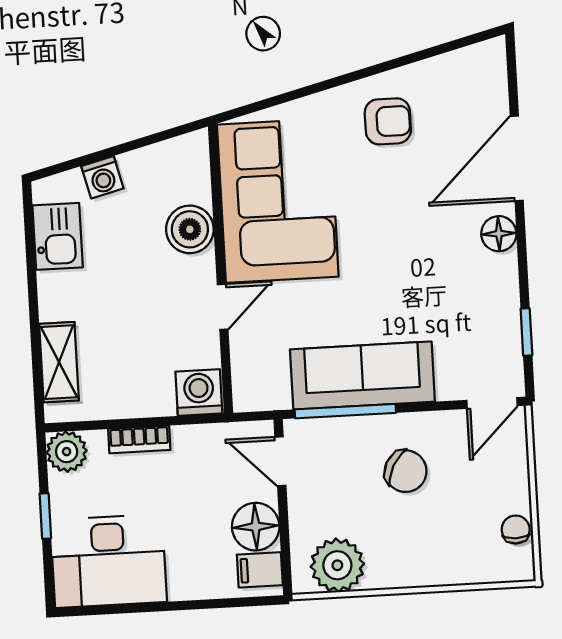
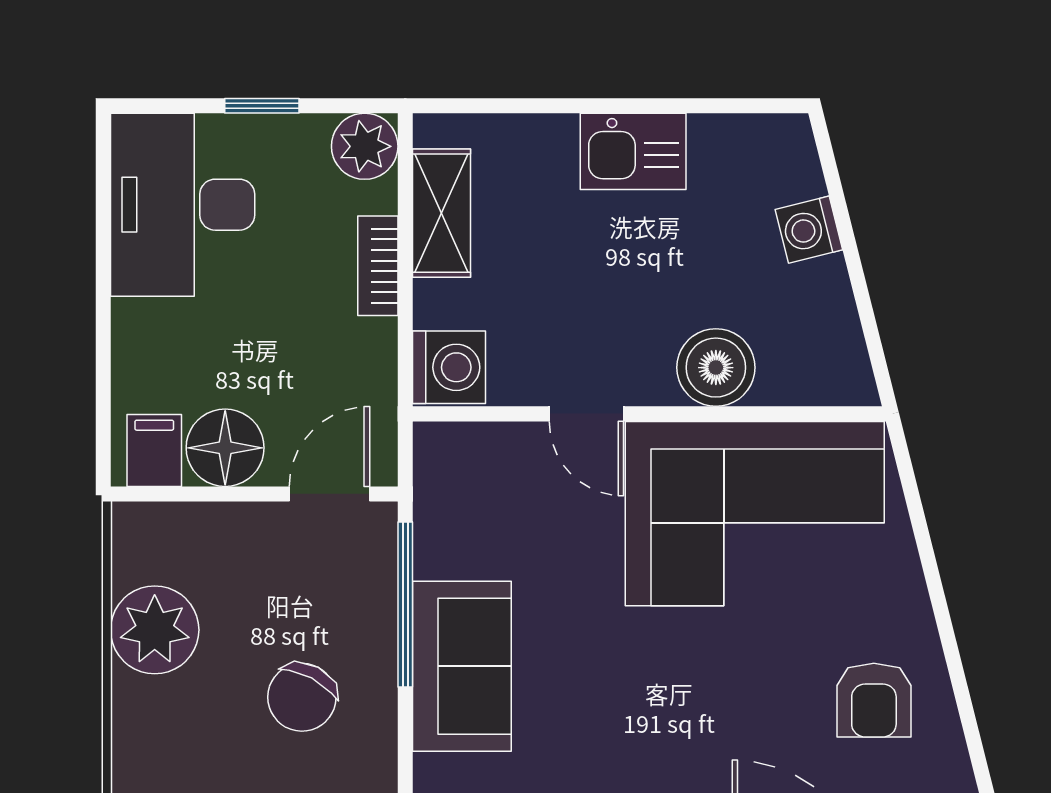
kitchen sink: (58, 236) -> (633, 151), moved
shelving: (59, 362) -> (441, 213), moved, turned 90
sofa: (362, 375) -> (462, 666), width x0.73
plant: (337, 565) -> (155, 630), moved

